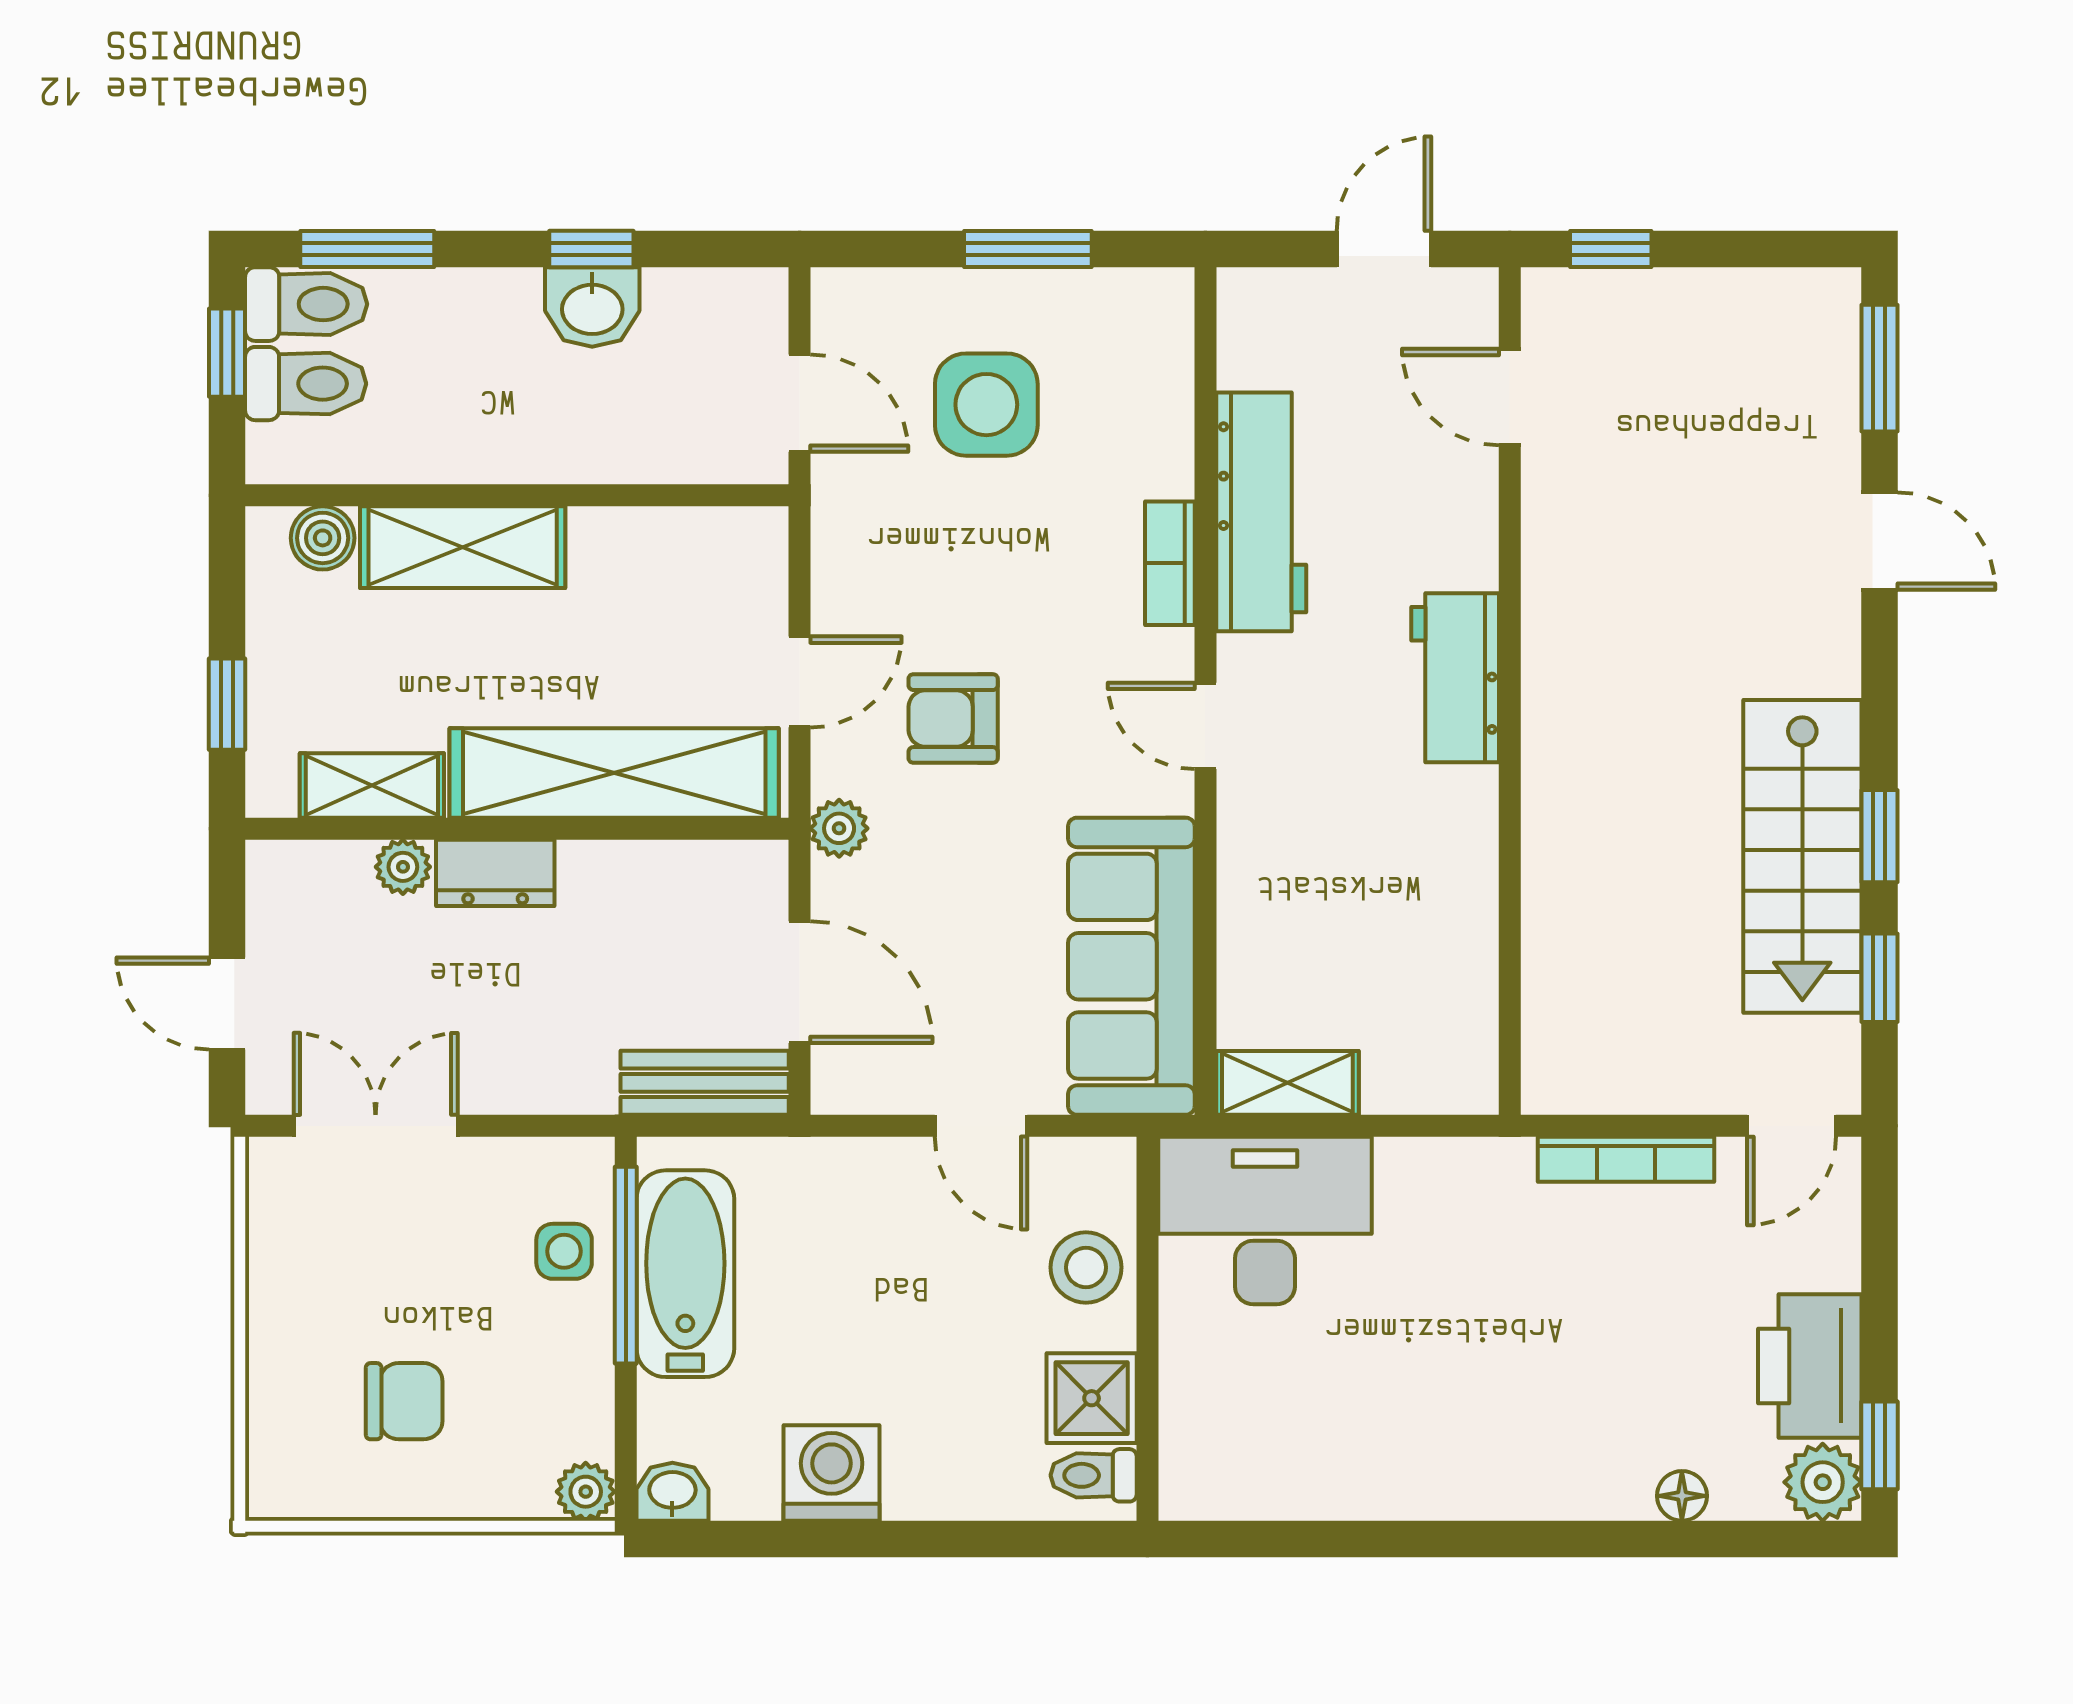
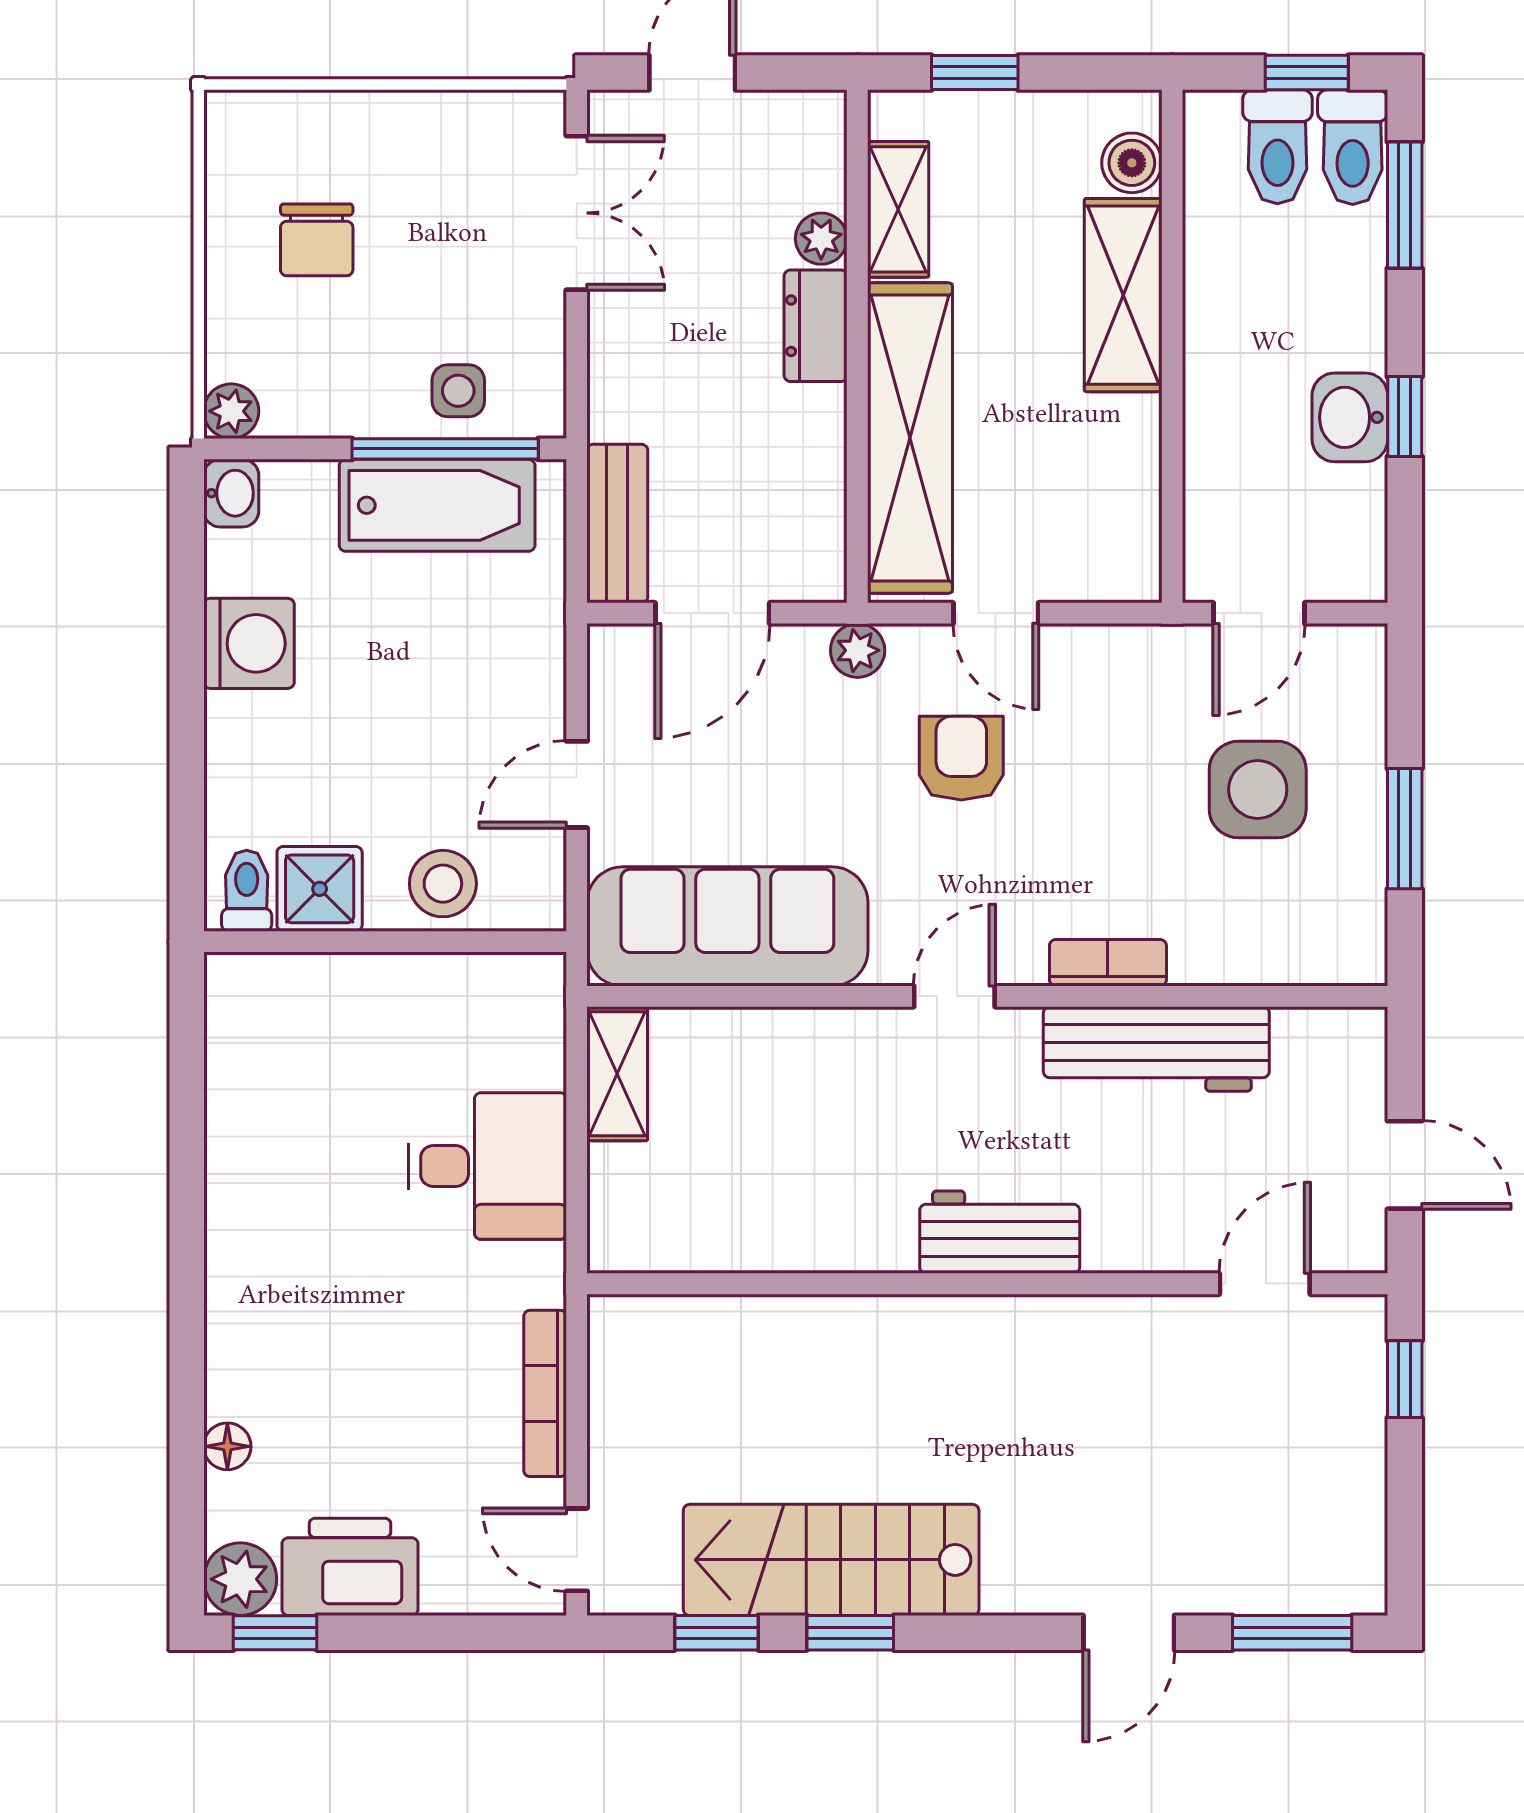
desk: (1265, 1220) -> (487, 1166), moved, width x0.73

